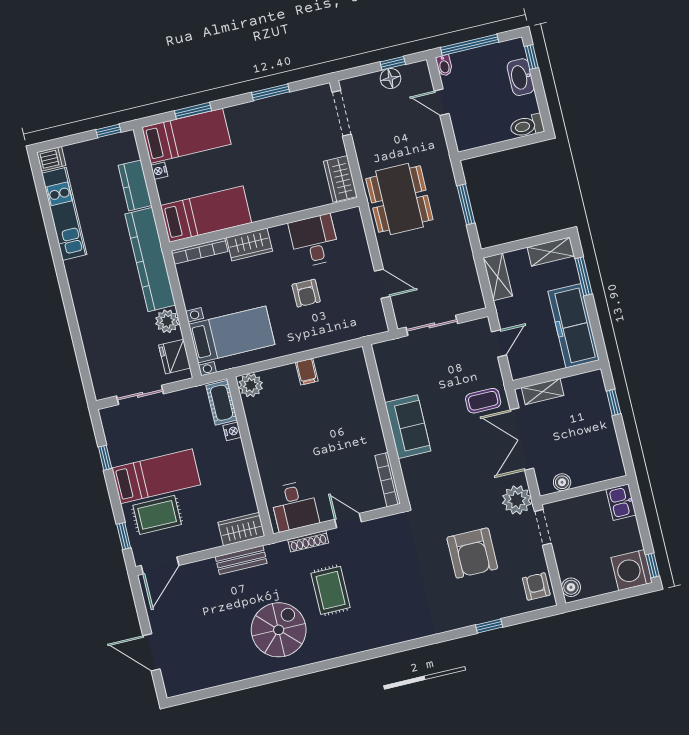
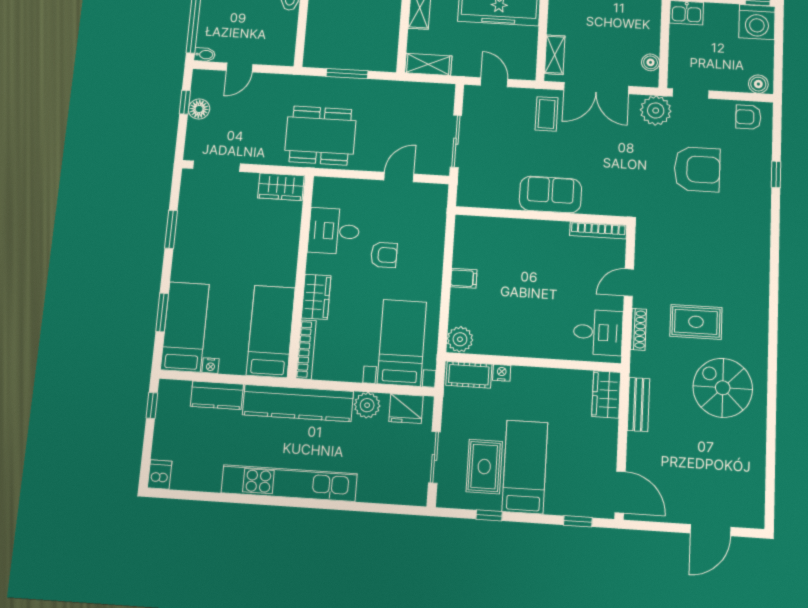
kitchen unit: (64, 214) -> (289, 483), moved, width x1.36
rug: (157, 515) -> (484, 467), moved

